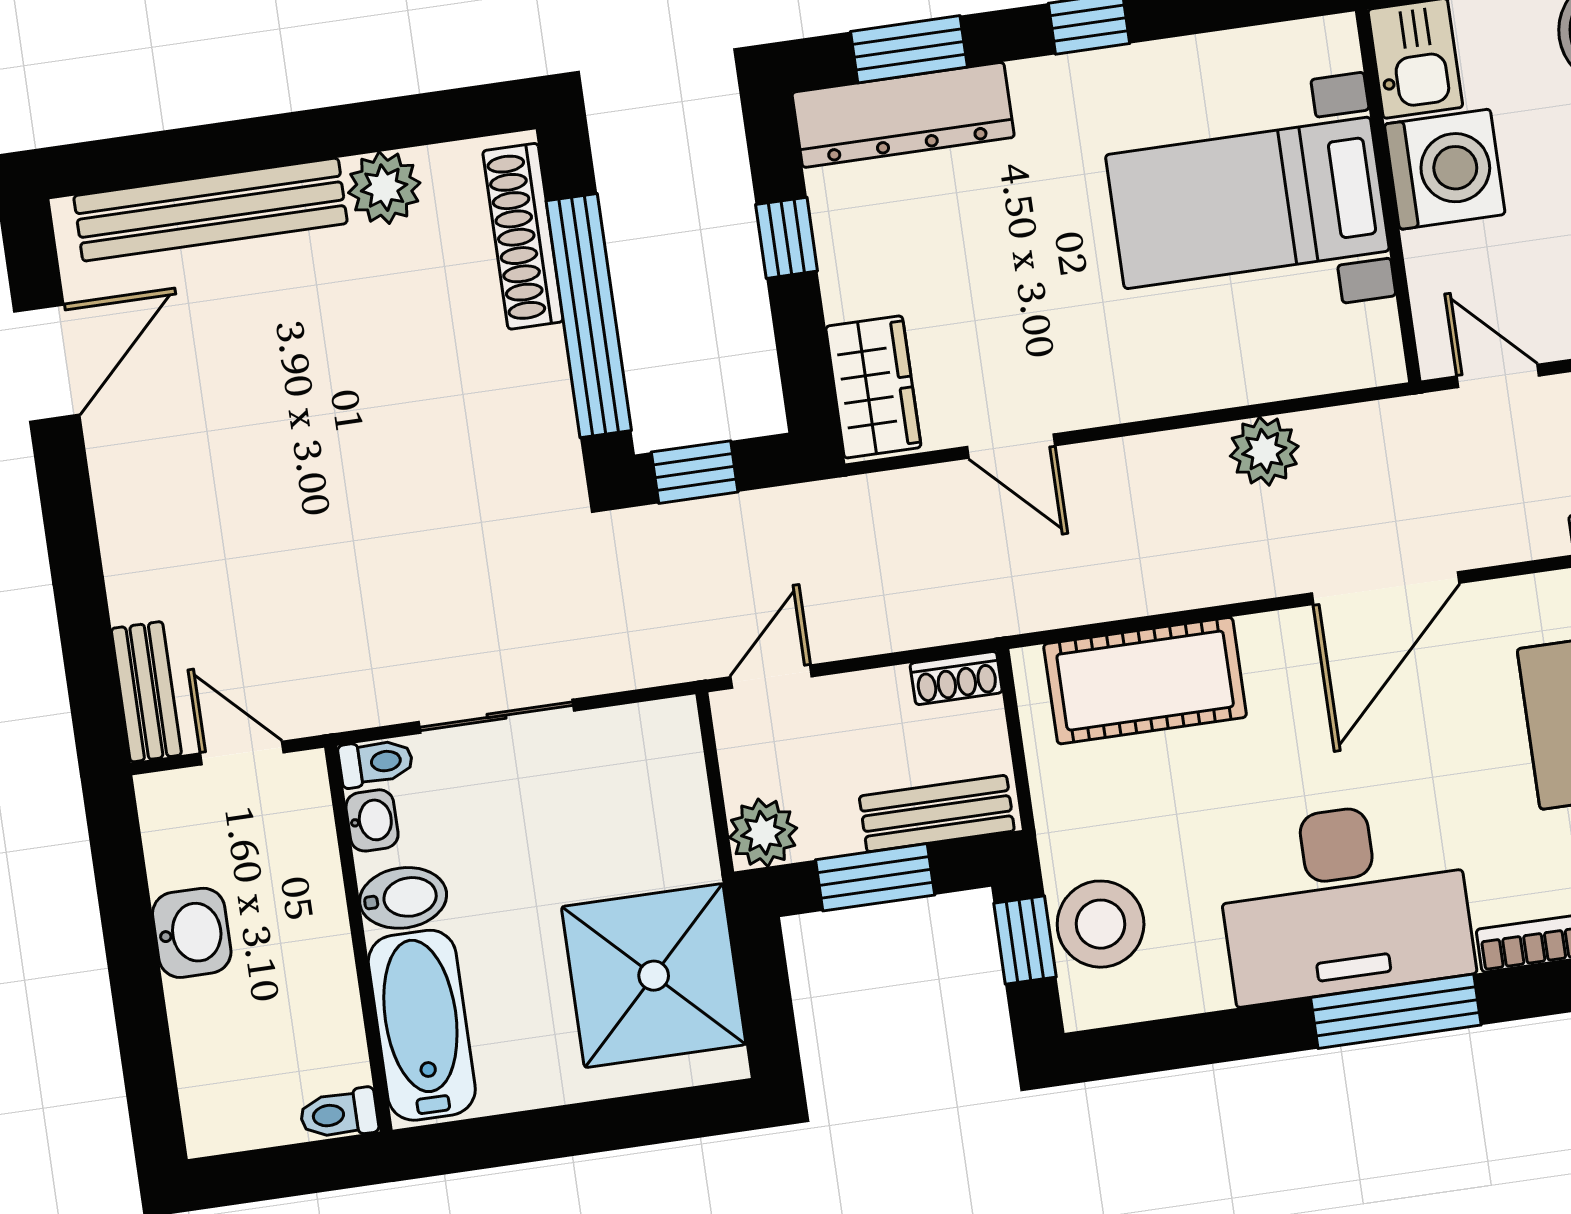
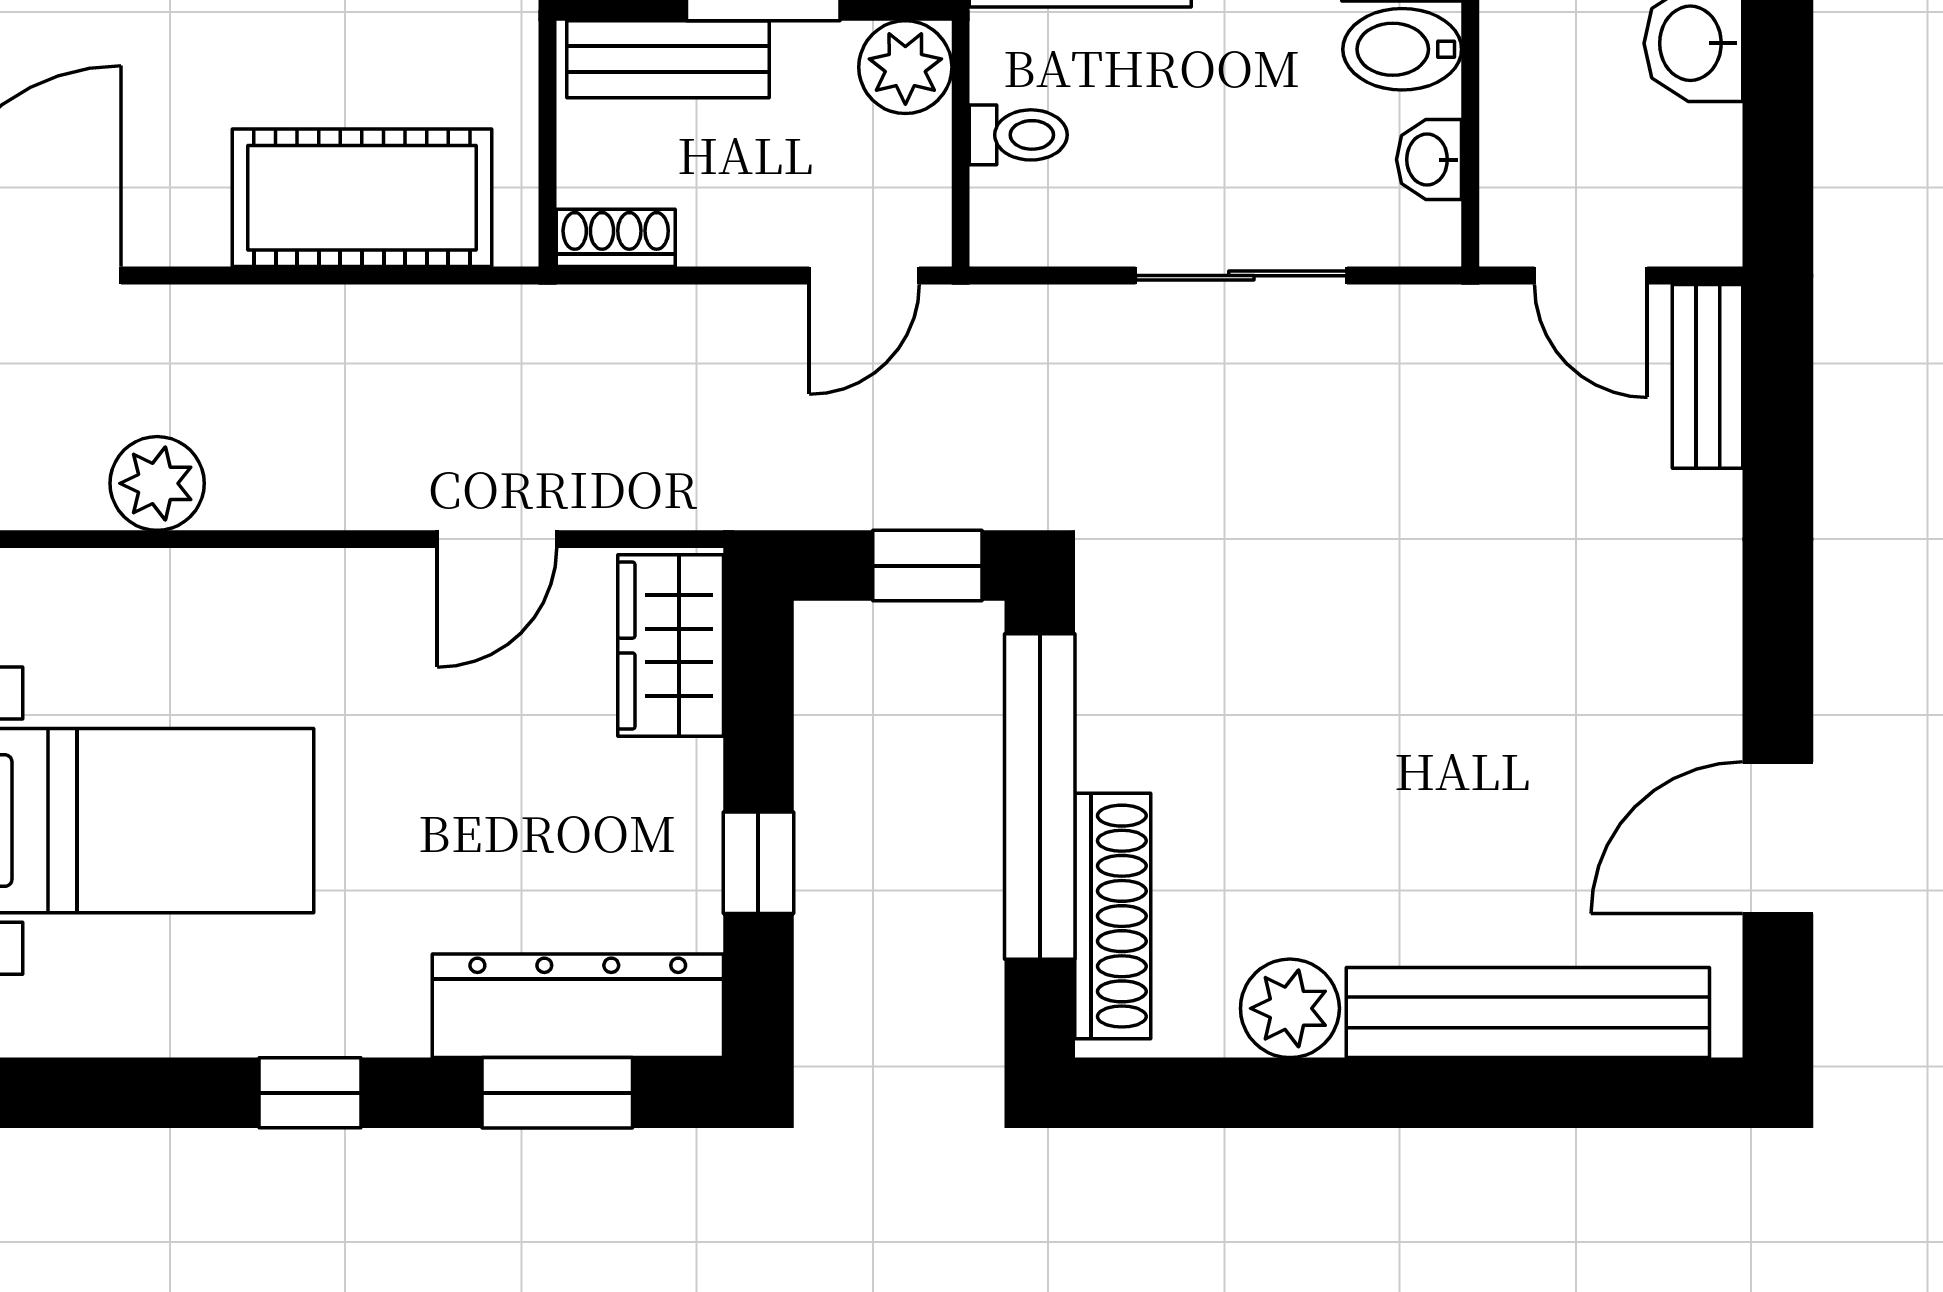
door: (1011, 446) -> (497, 539), swing flipped
toilet: (376, 762) -> (1018, 135), moved, turned 180

